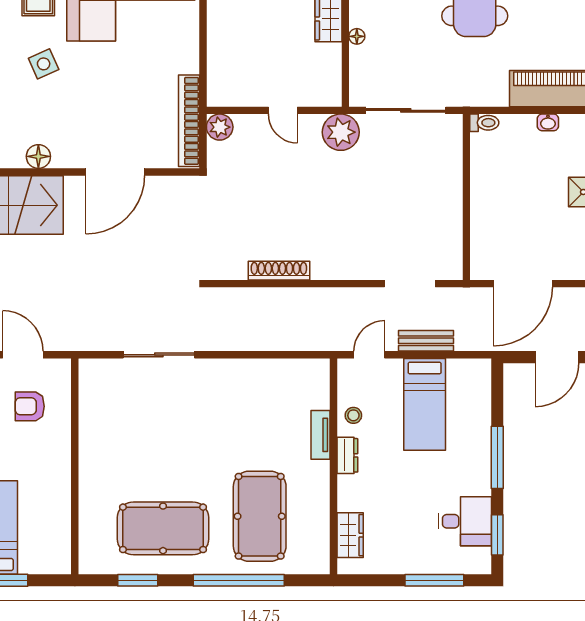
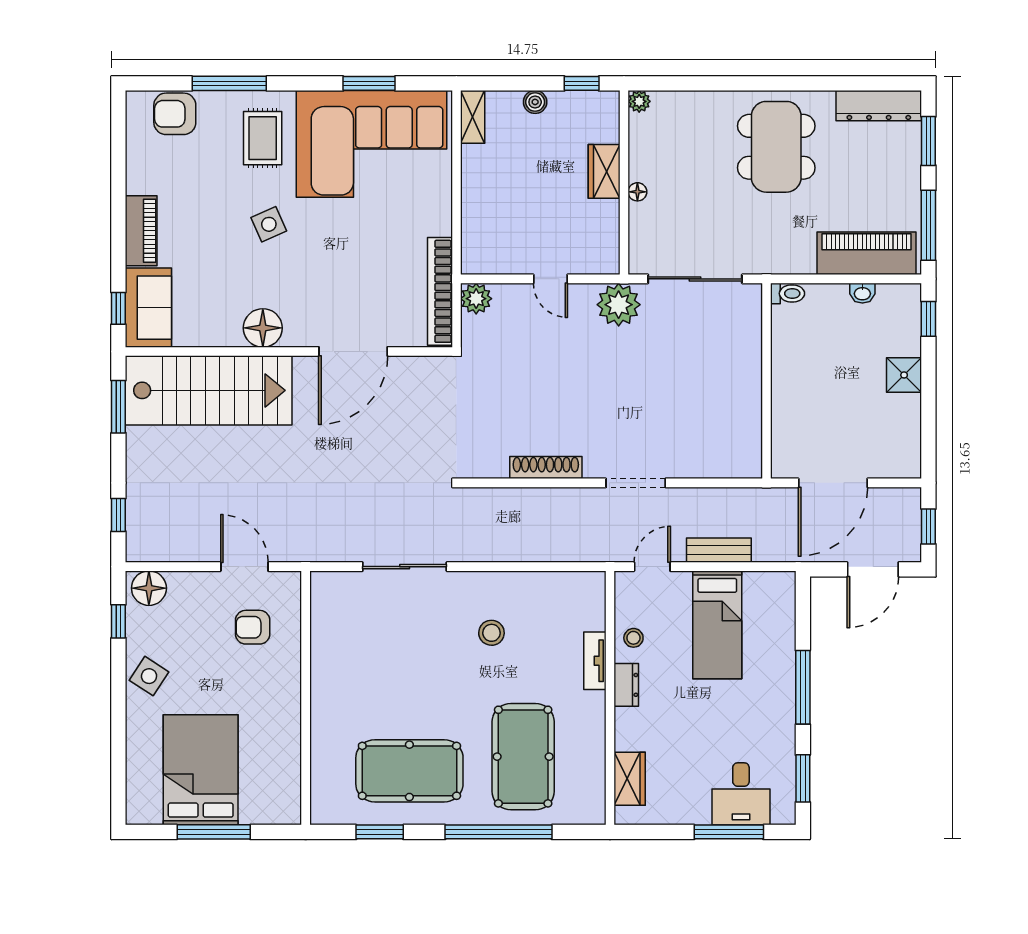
floor lamp: (38, 156) -> (263, 328), width x1.38, depth x1.38
doorway: (410, 284) -> (636, 483), moved
stool: (233, 411) -> (491, 633), added
desk: (465, 521) -> (741, 794), moved, turned 90

